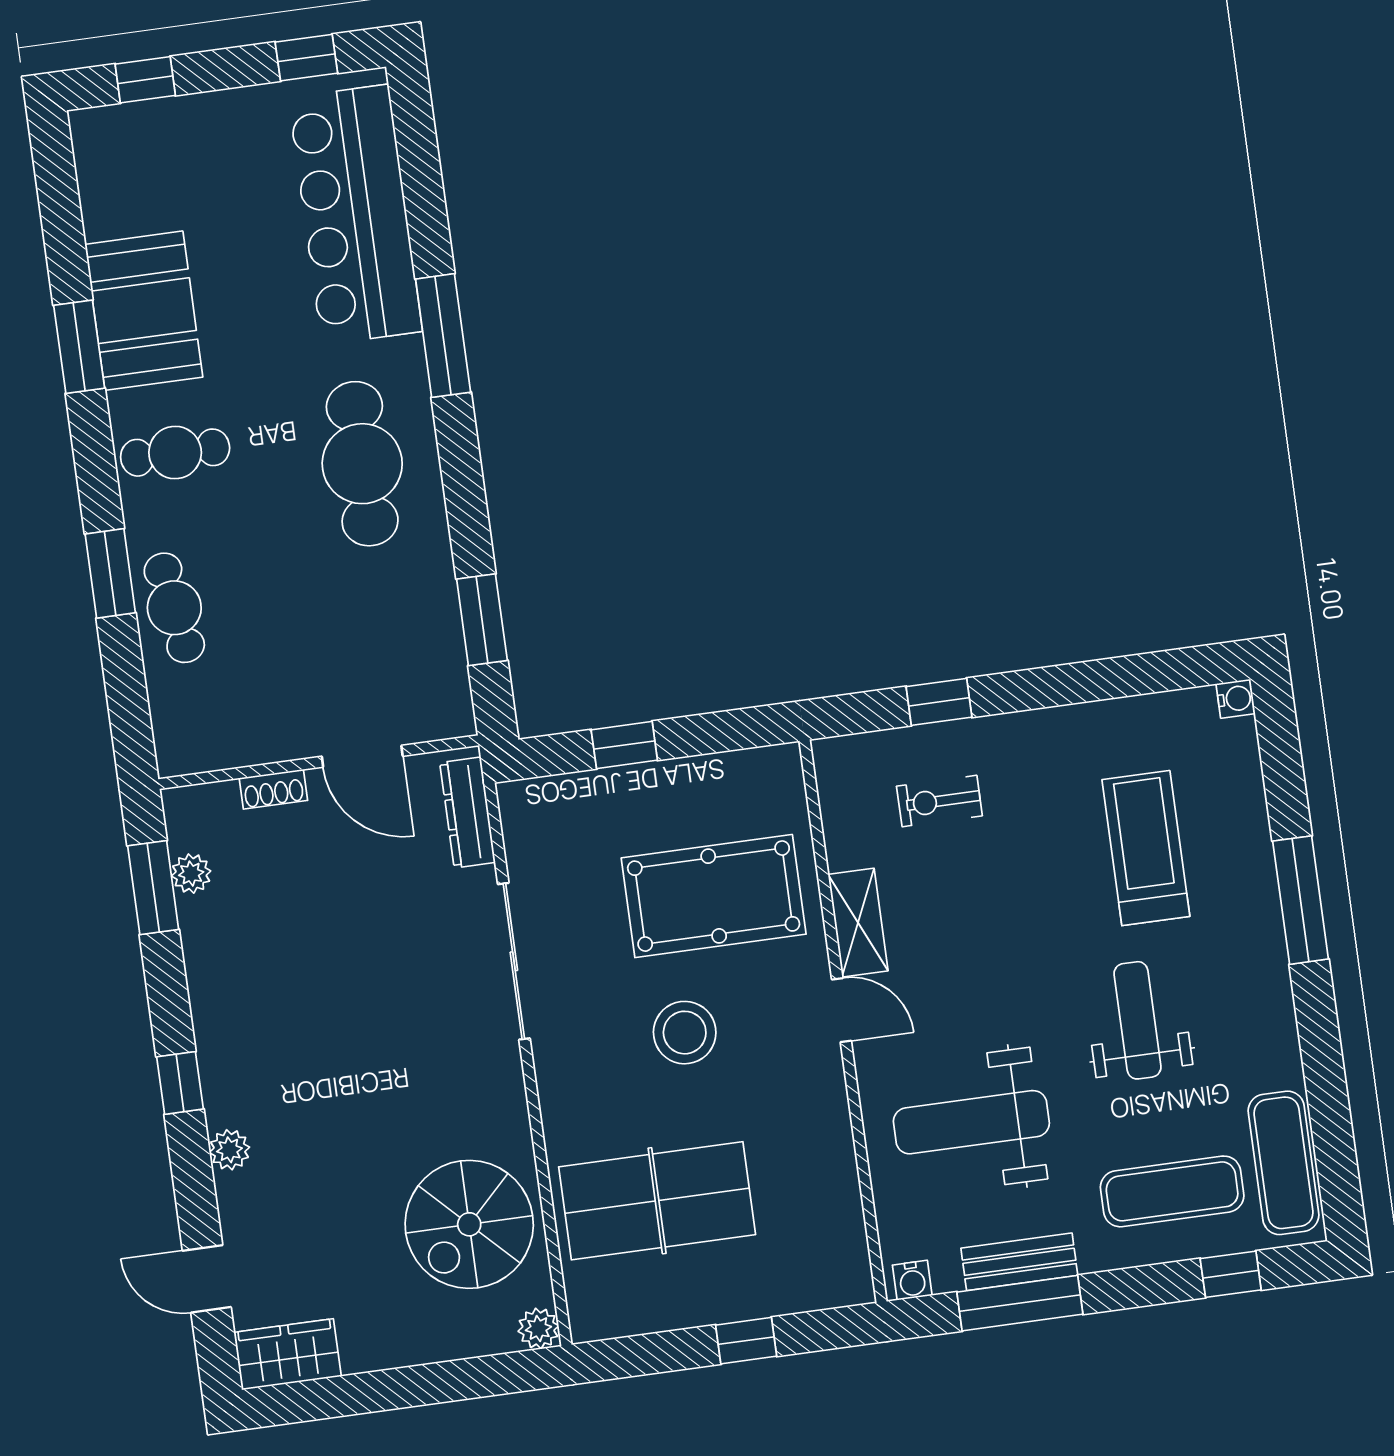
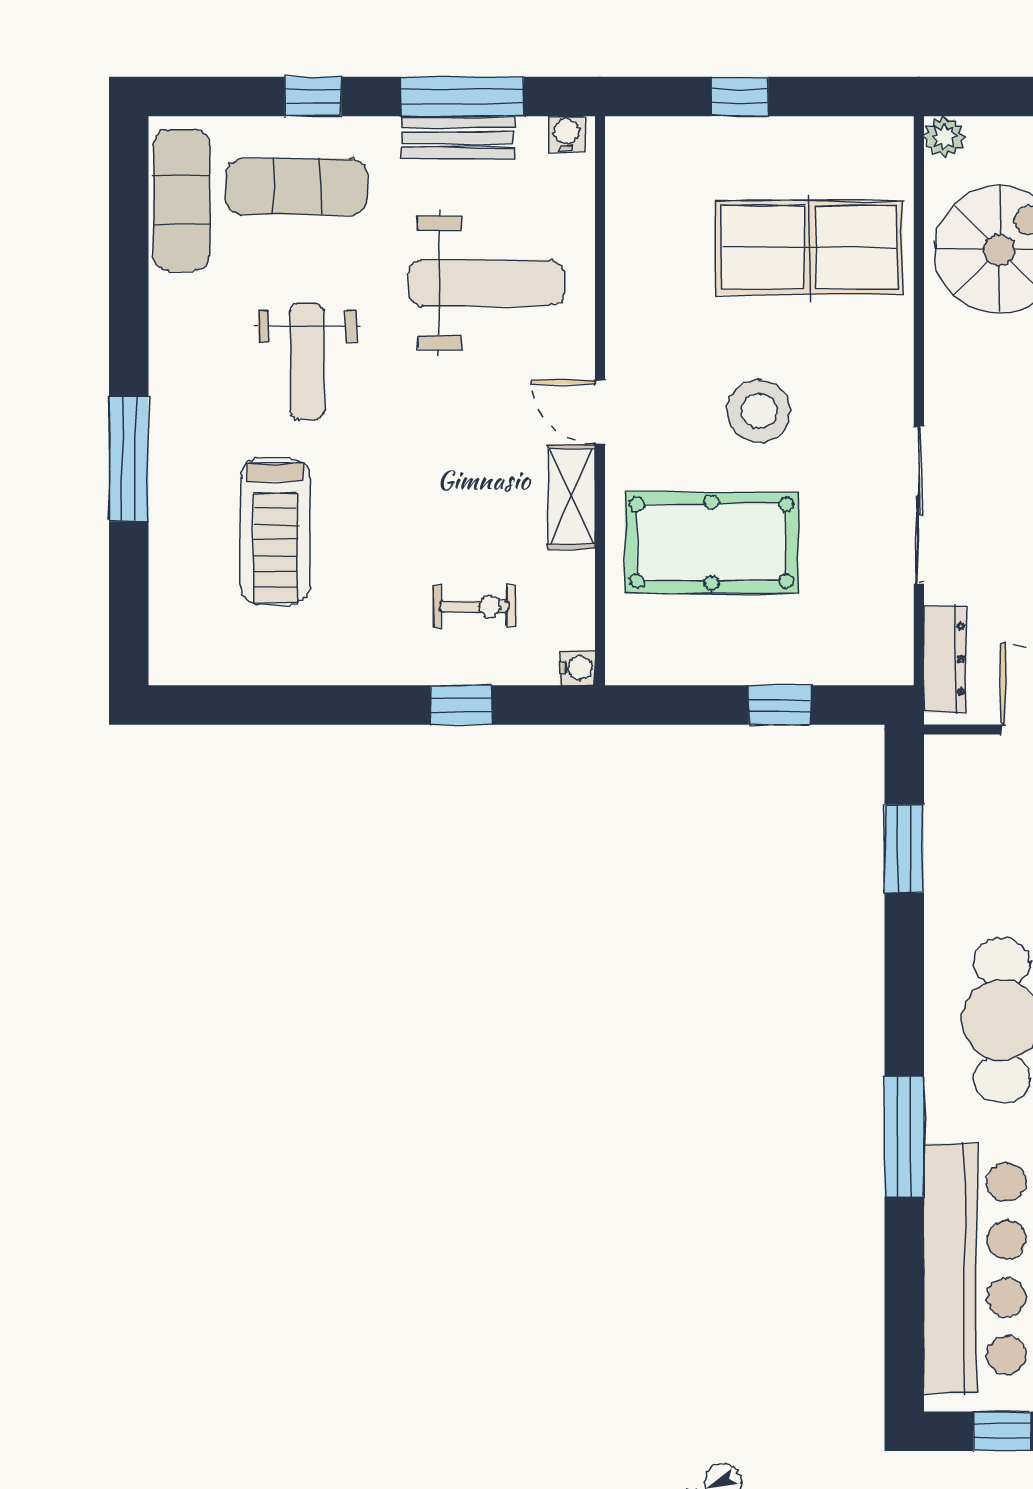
water cooler: (1236, 699) -> (577, 668), moved, turned 180
window: (1231, 1274) -> (313, 96), moved

